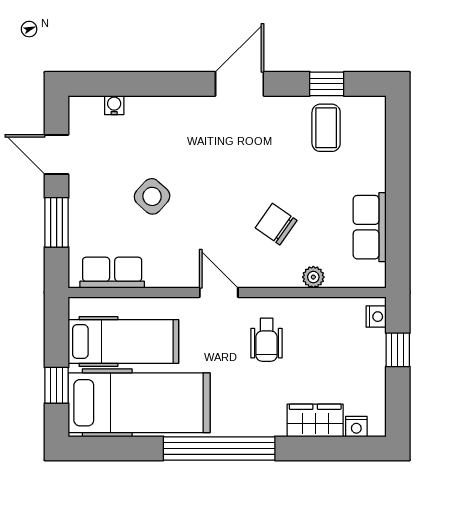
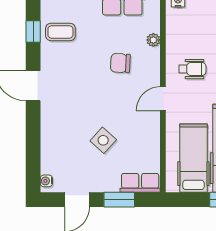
water cooler: (114, 105) -> (46, 181), moved
chair: (276, 224) -> (120, 63), turned 58
row of seats: (112, 273) -> (140, 183), moved, turned 90

